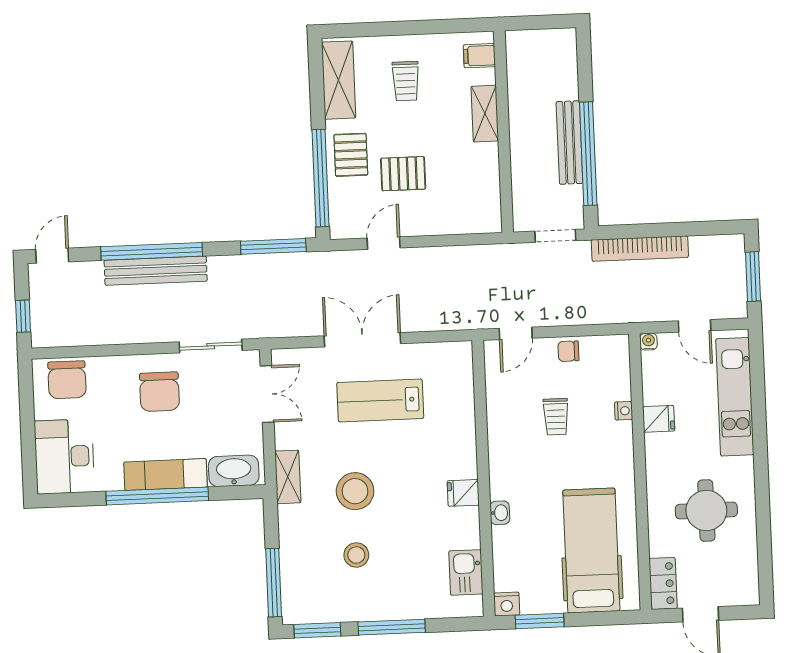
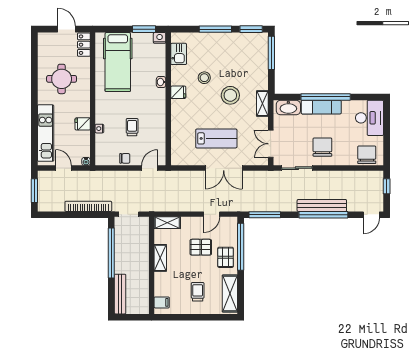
shelving: (485, 114) -> (160, 258), moved
bench: (569, 143) -> (120, 294), moved
shelving: (475, 222) -> (167, 223), added
stool: (356, 555) -> (204, 78), moved

